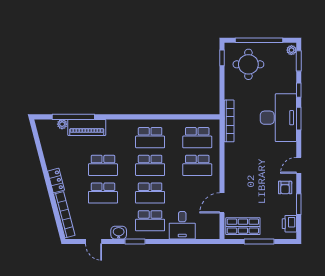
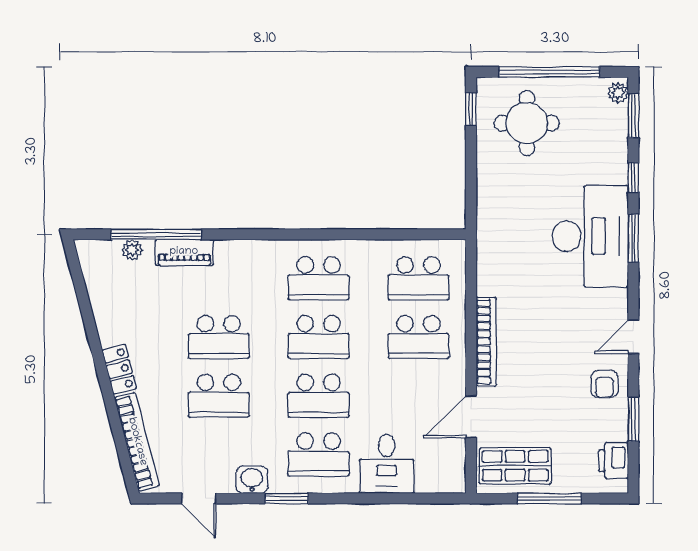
bookcase: (229, 121) -> (486, 342), moved
piano: (87, 127) -> (184, 252), width x0.73, depth x0.75

